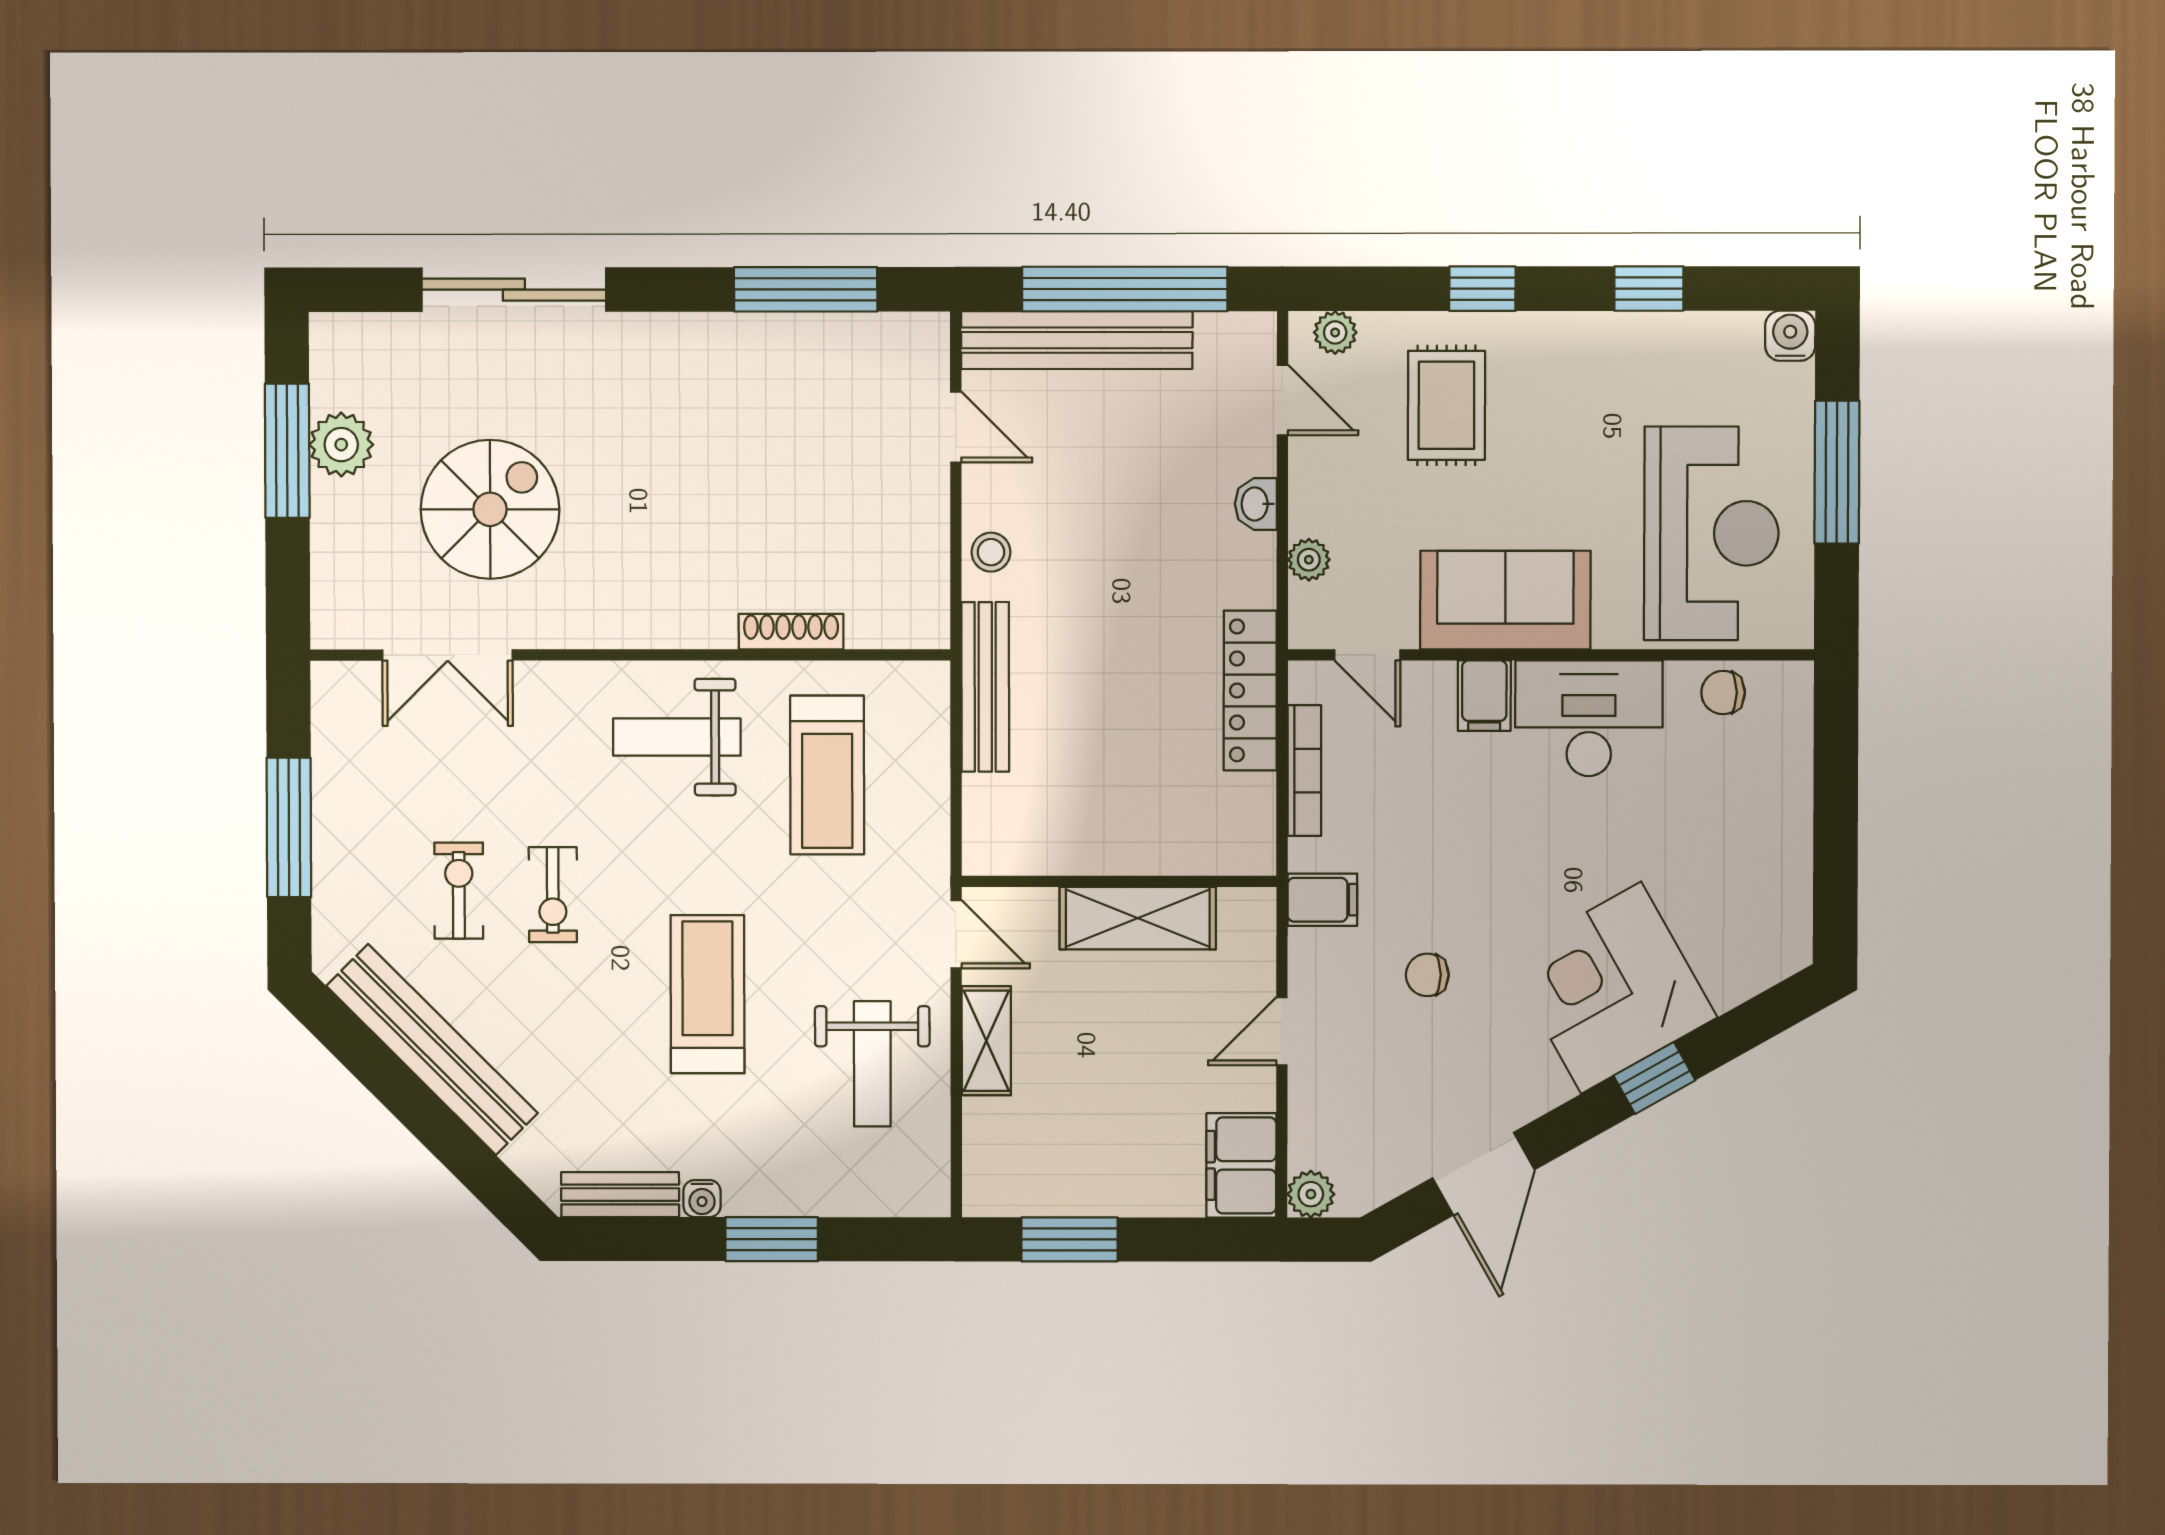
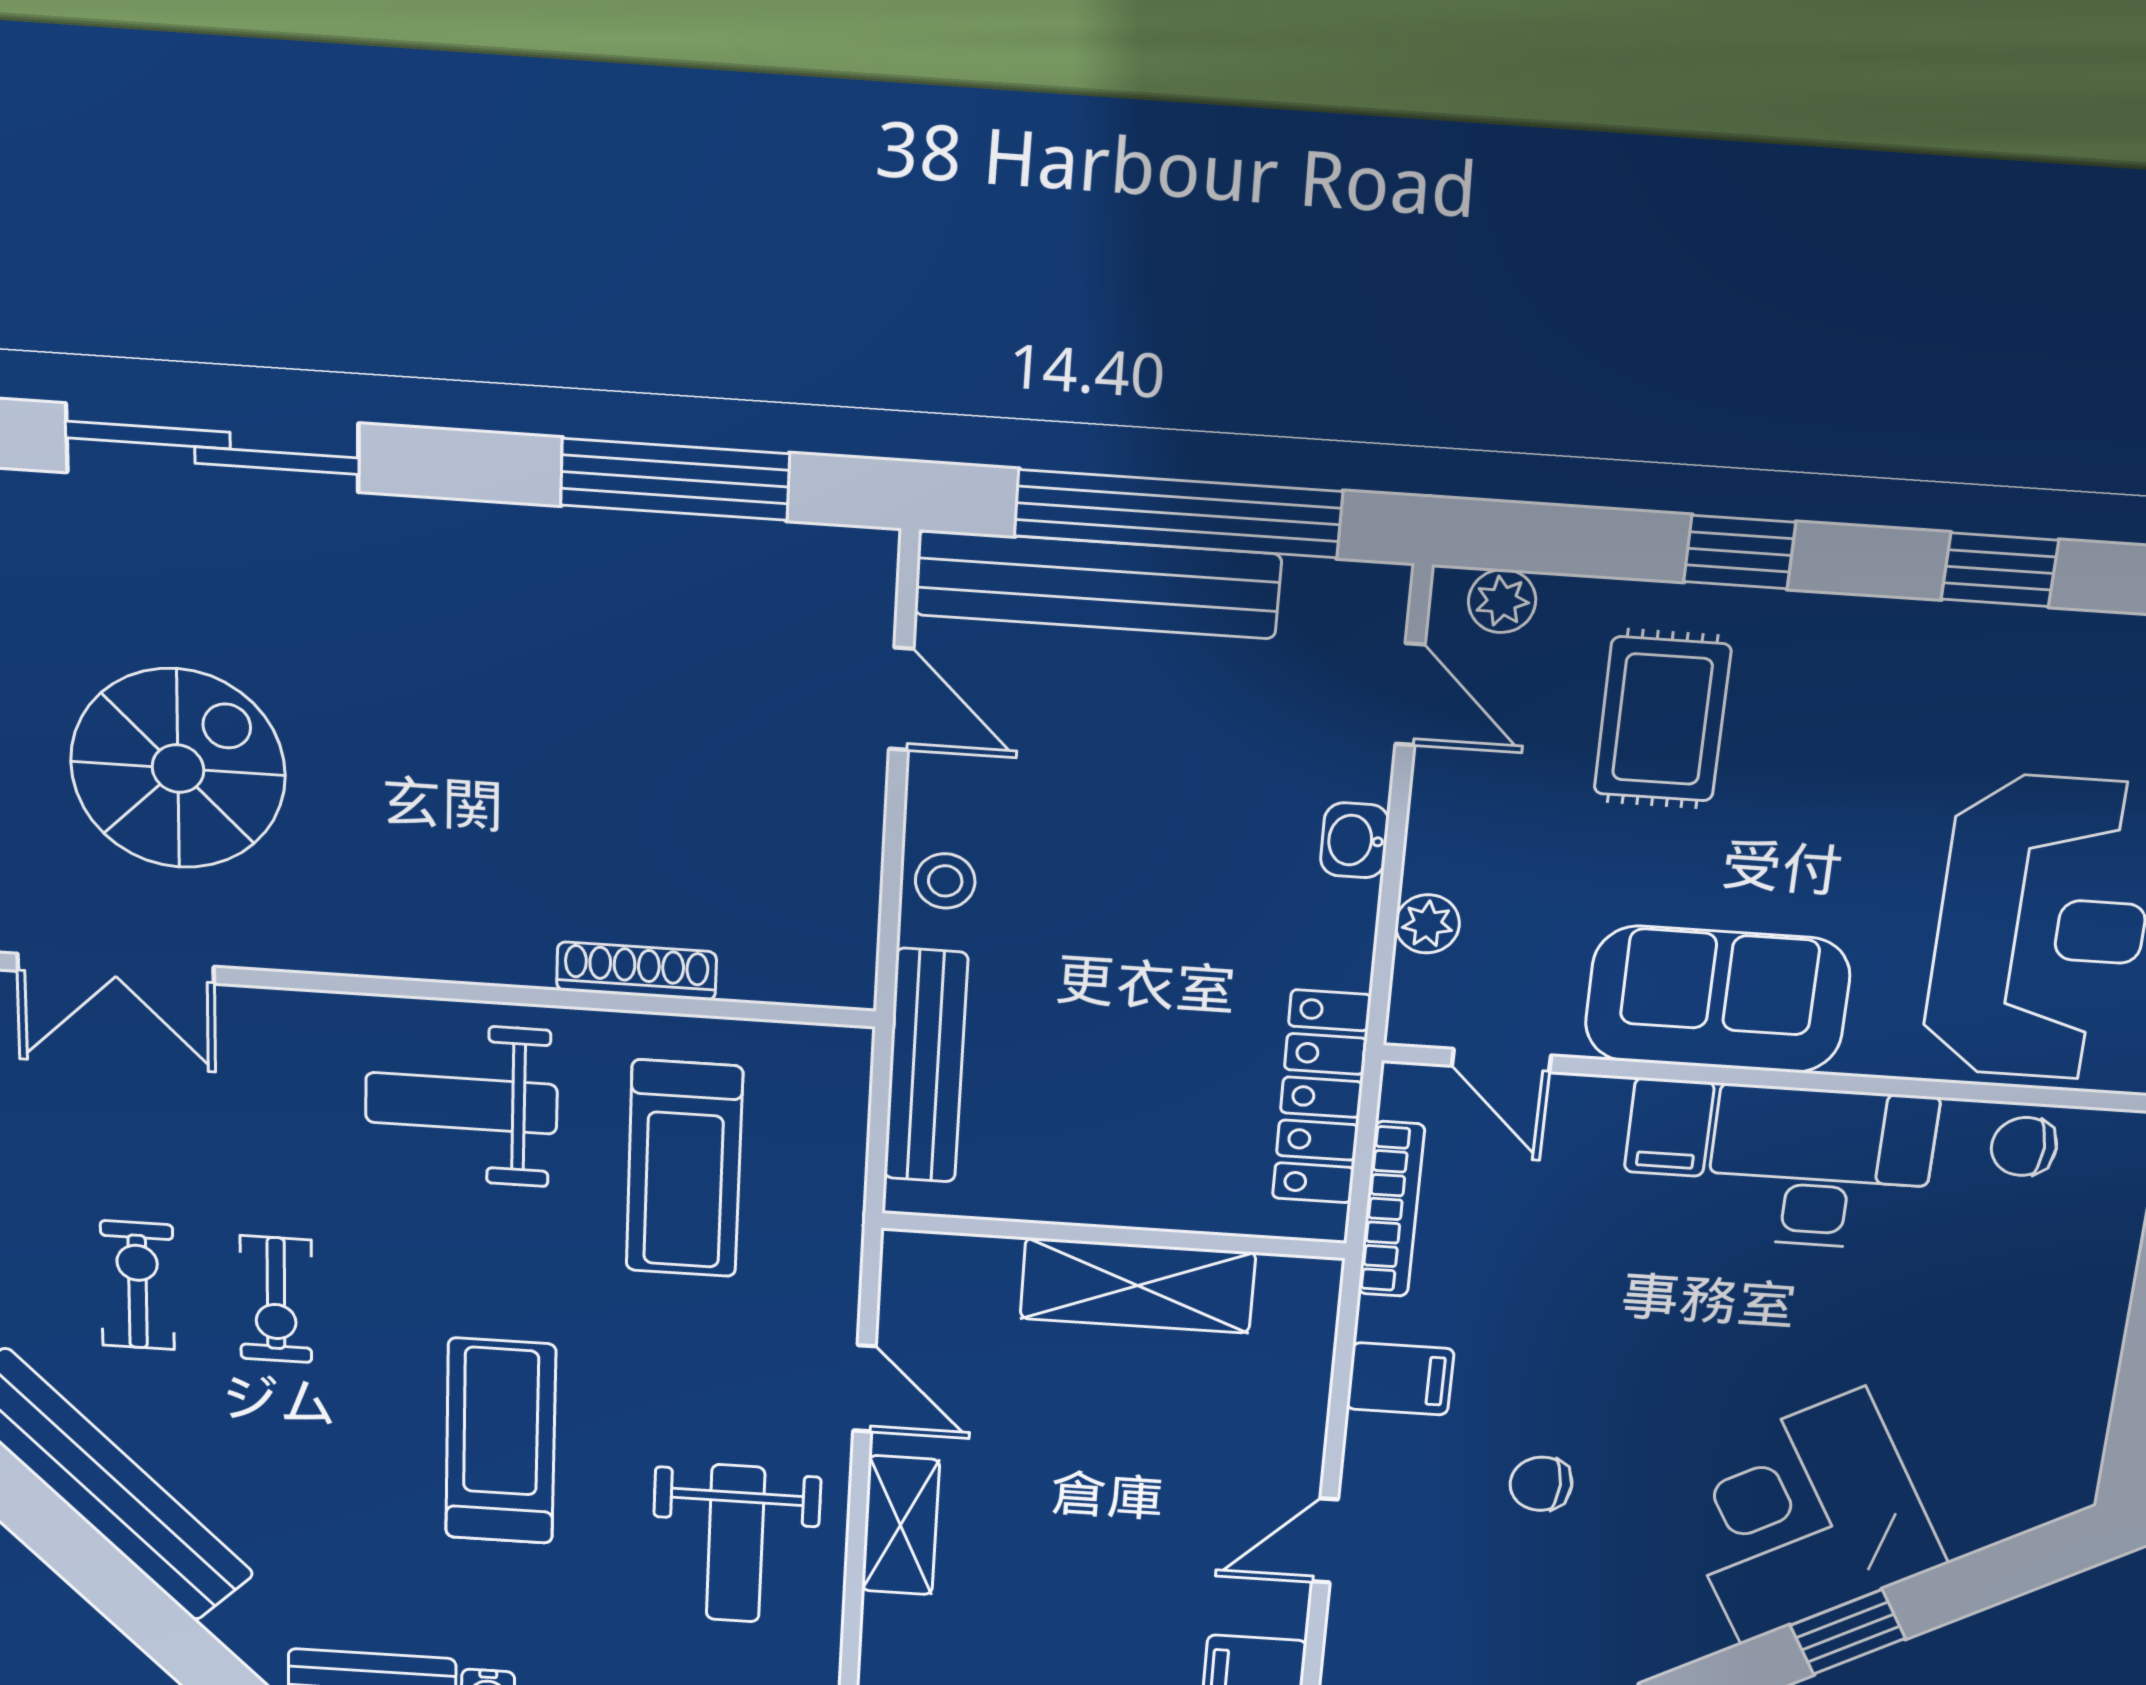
wall: (1119, 881) -> (1114, 1236), moved
shelving: (1138, 918) -> (1138, 1285), moved

